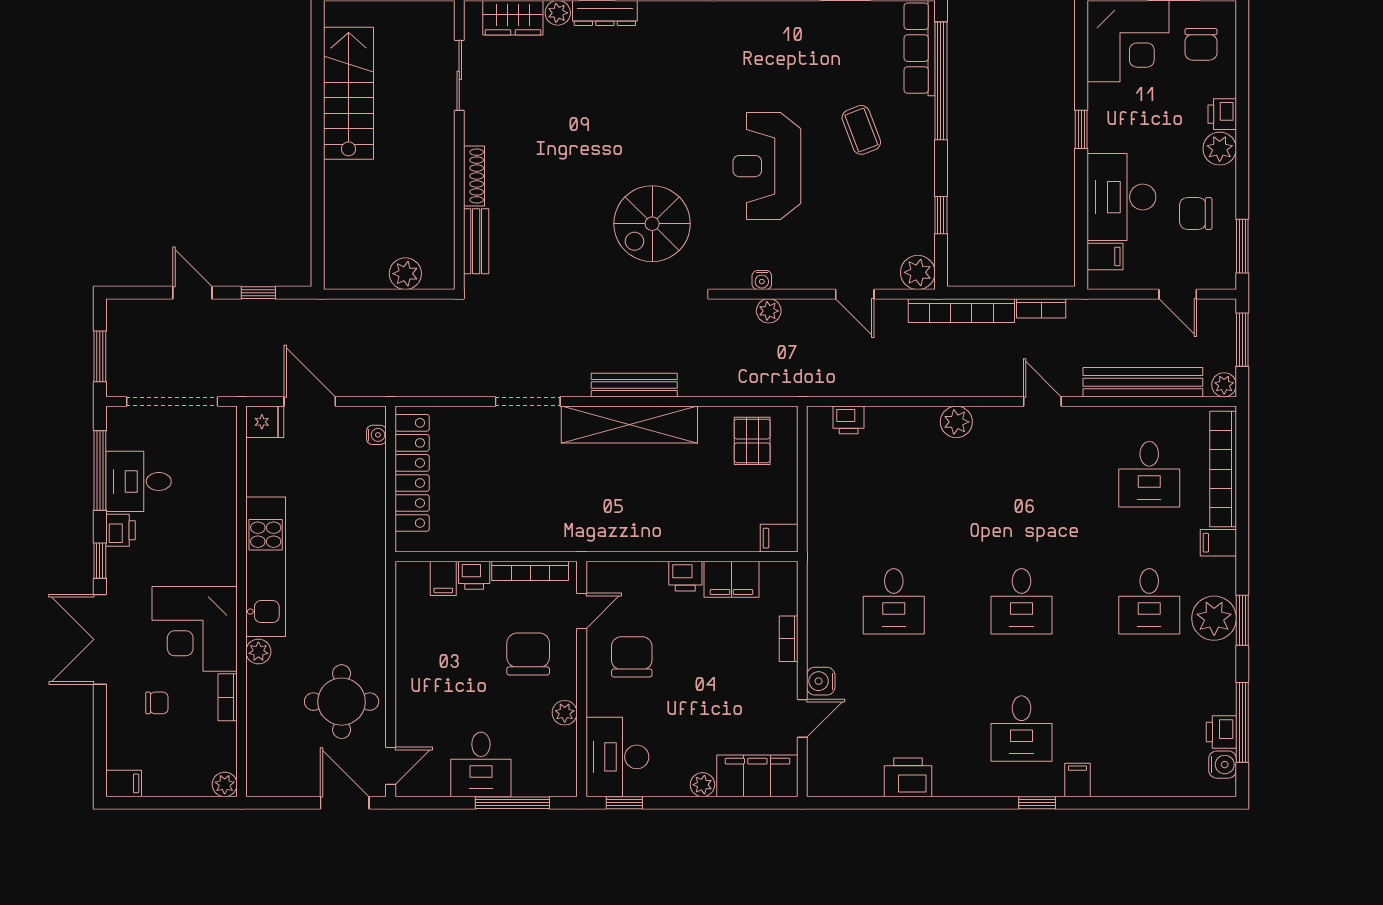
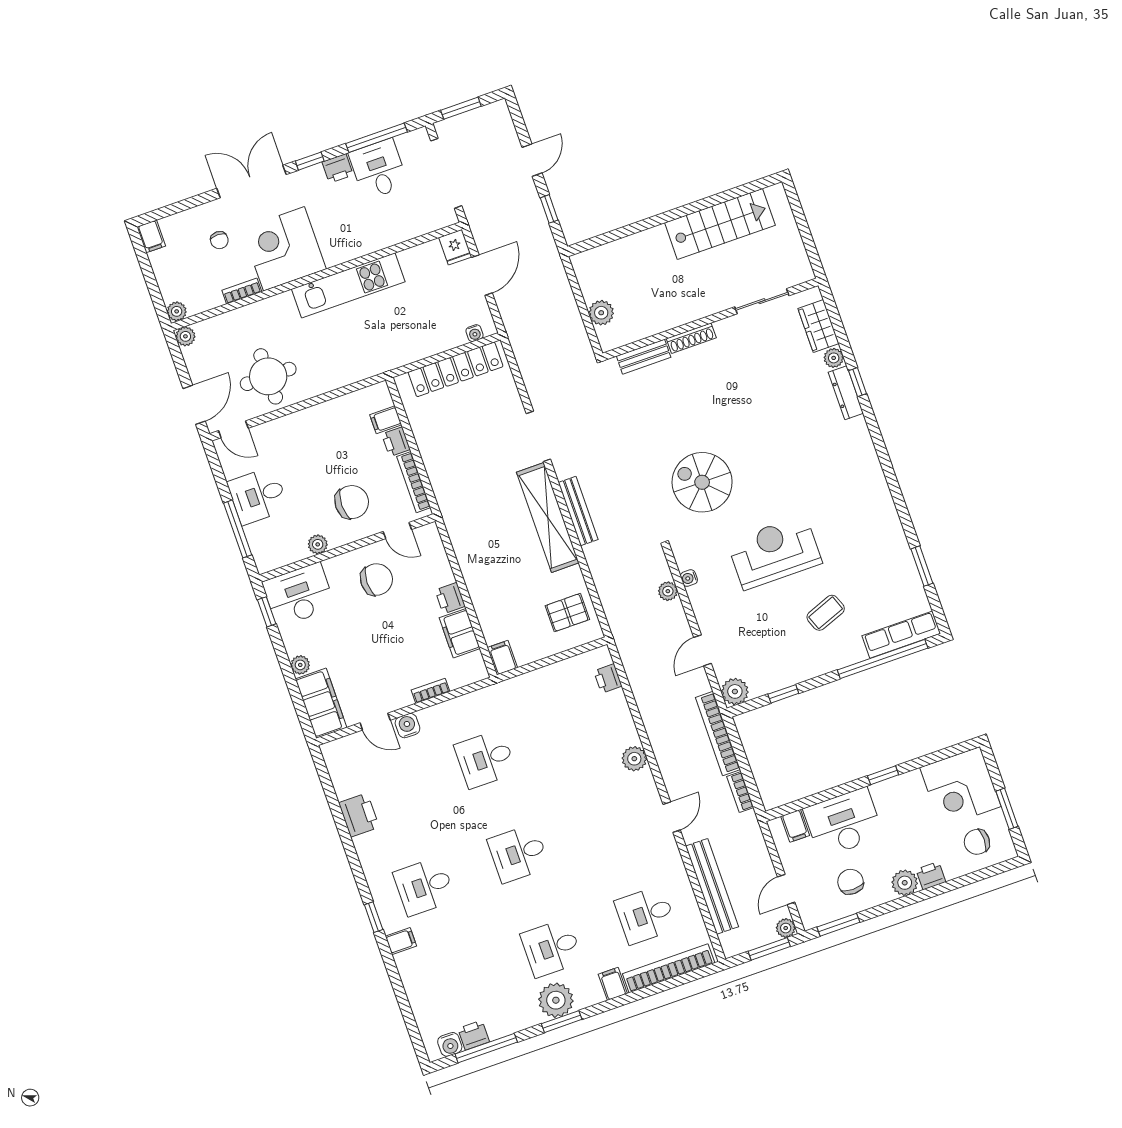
plant: (1224, 385) -> (786, 928), moved
plant: (258, 652) -> (185, 336), moved

